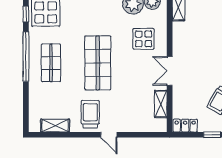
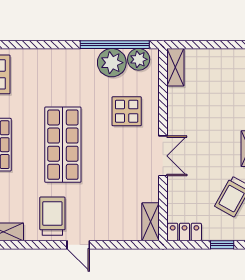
double door: (170, 71) -> (163, 156), swing flipped
shelving: (161, 104) -> (151, 222), moved

